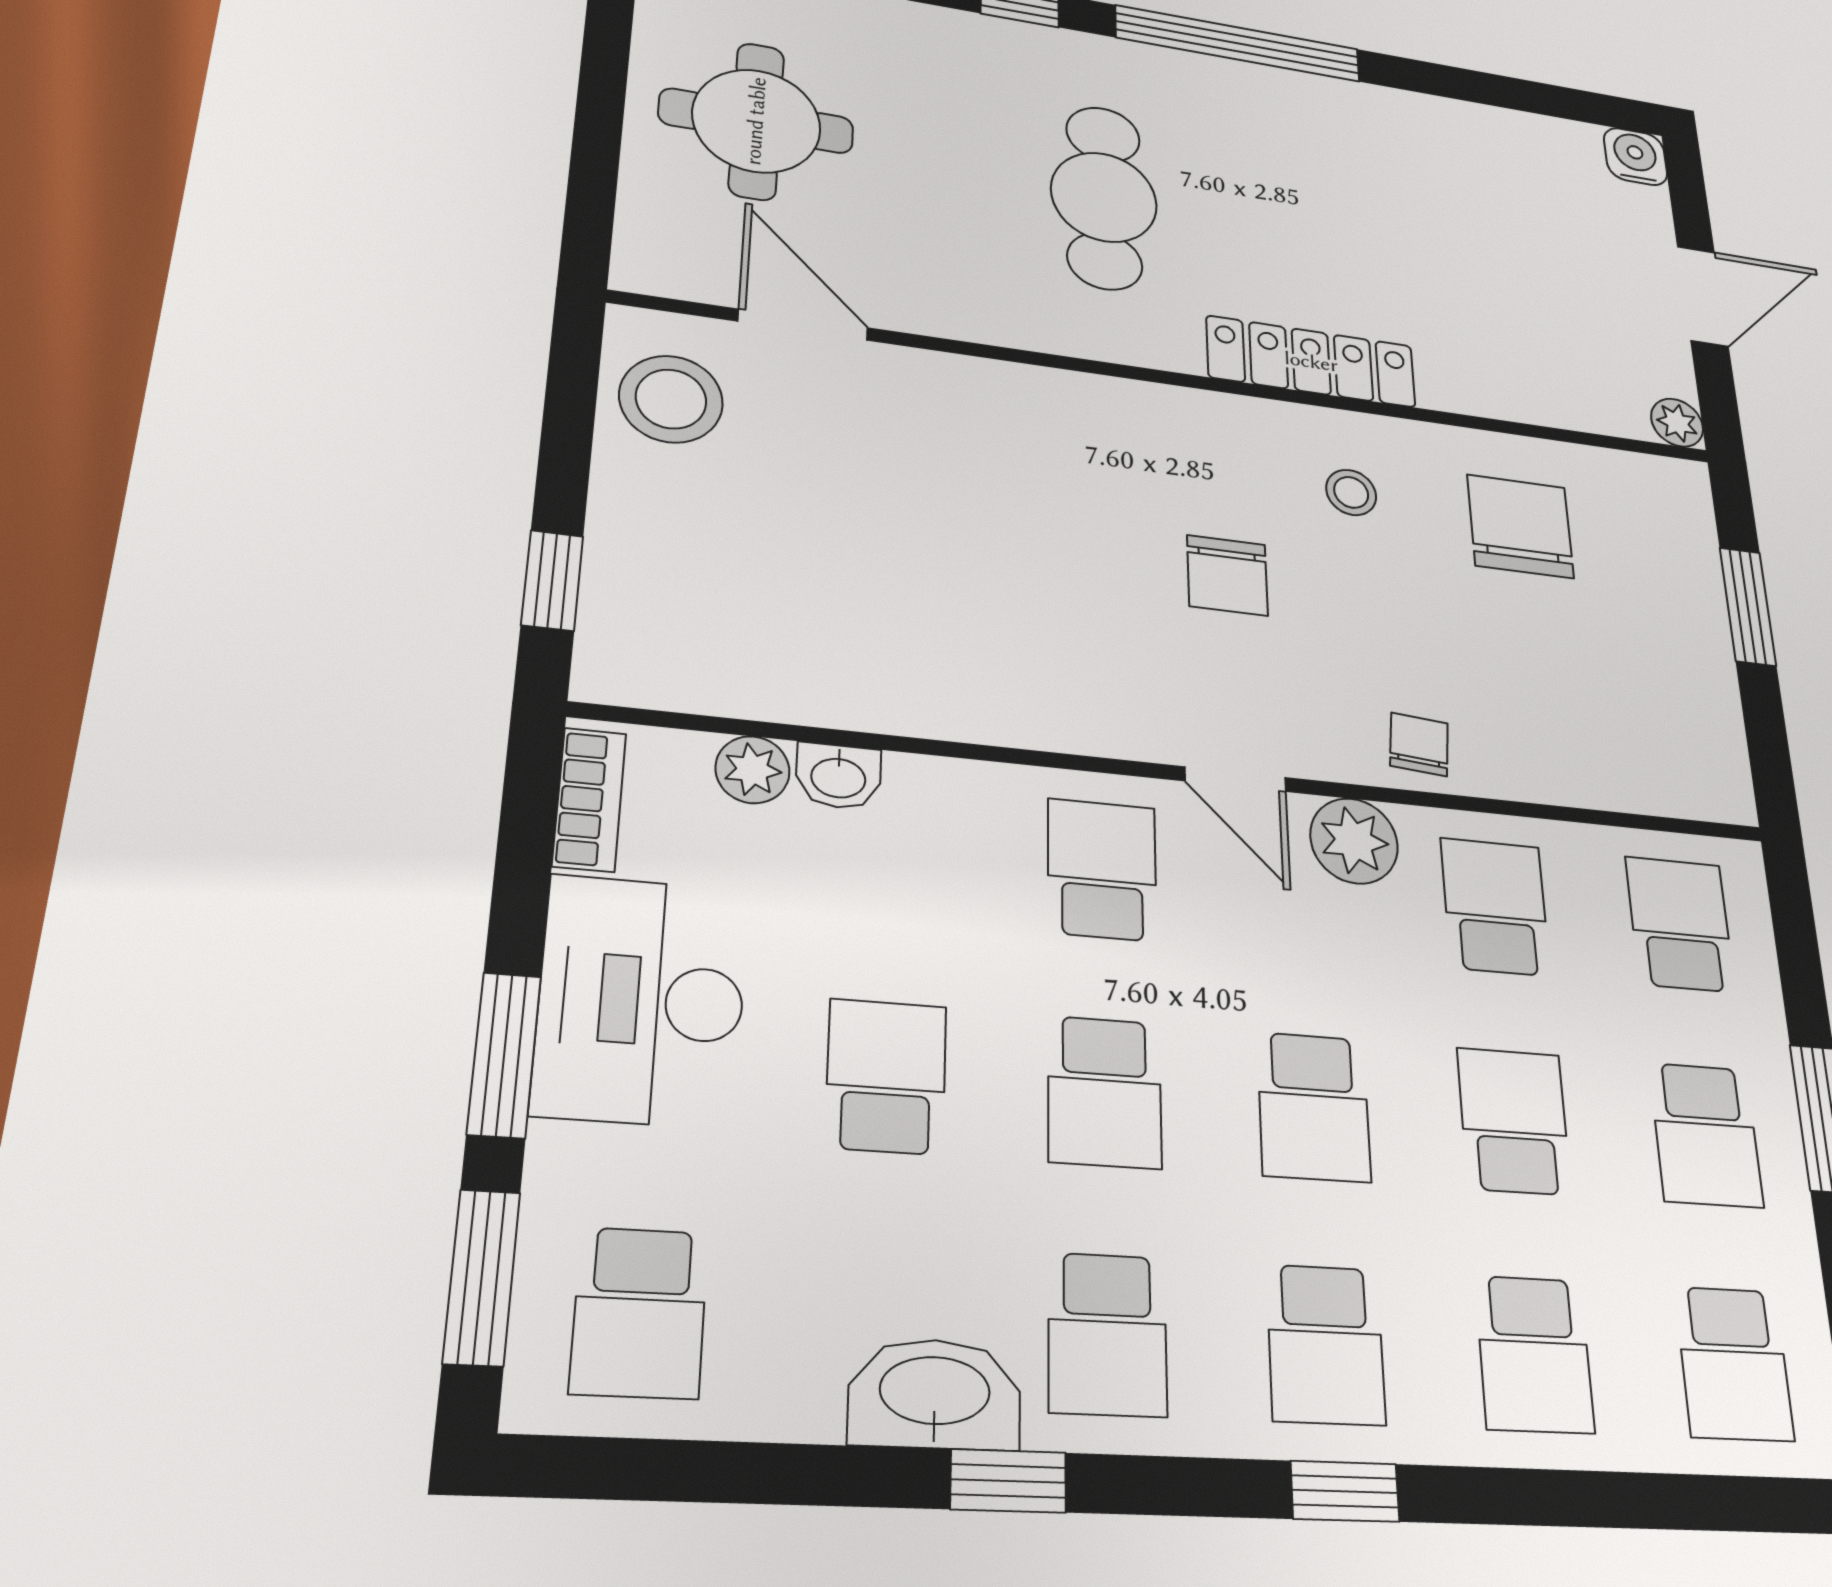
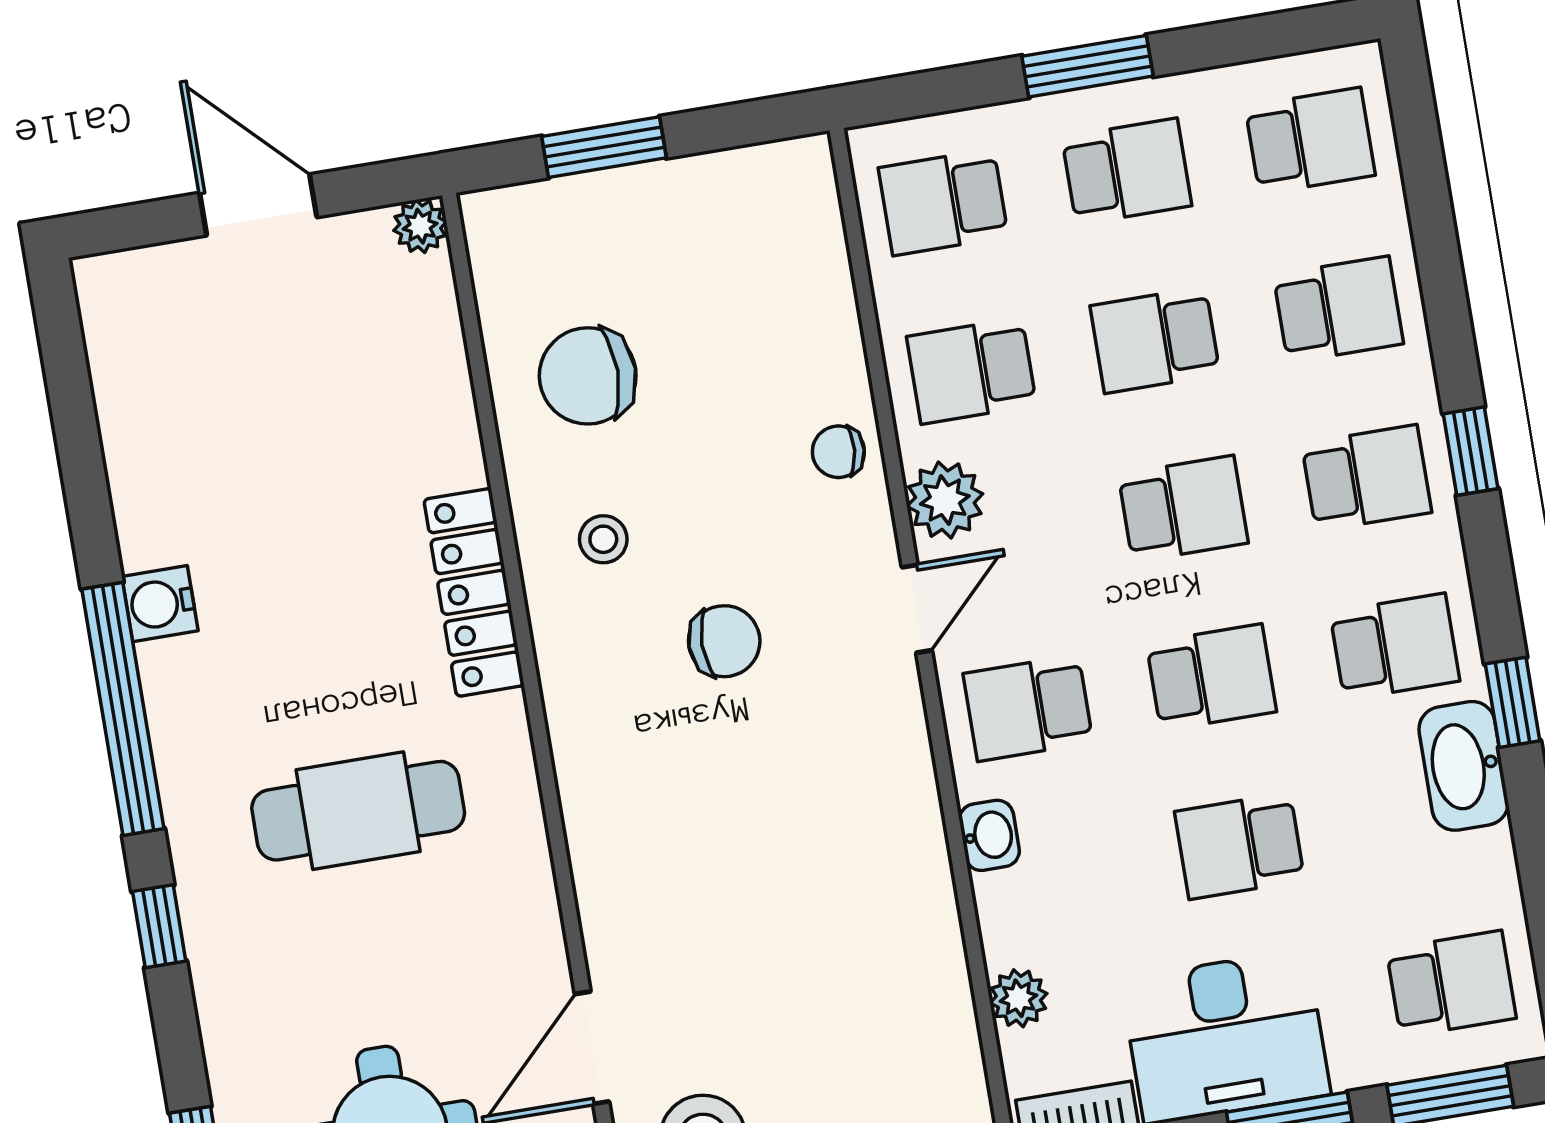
water cooler: (1636, 157) -> (160, 604), moved
washbasin: (838, 776) -> (989, 835), moved

